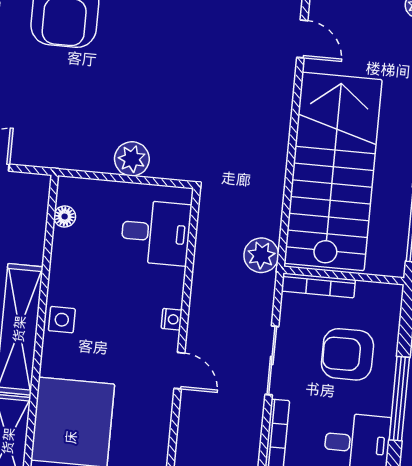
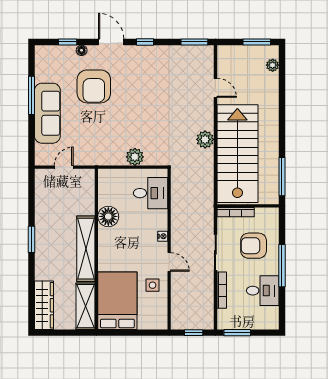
floor lamp: (65, 217) -> (108, 216), moved, width x1.89, depth x1.89
plant: (261, 255) -> (205, 139), moved
side table: (62, 320) -> (153, 285), moved

